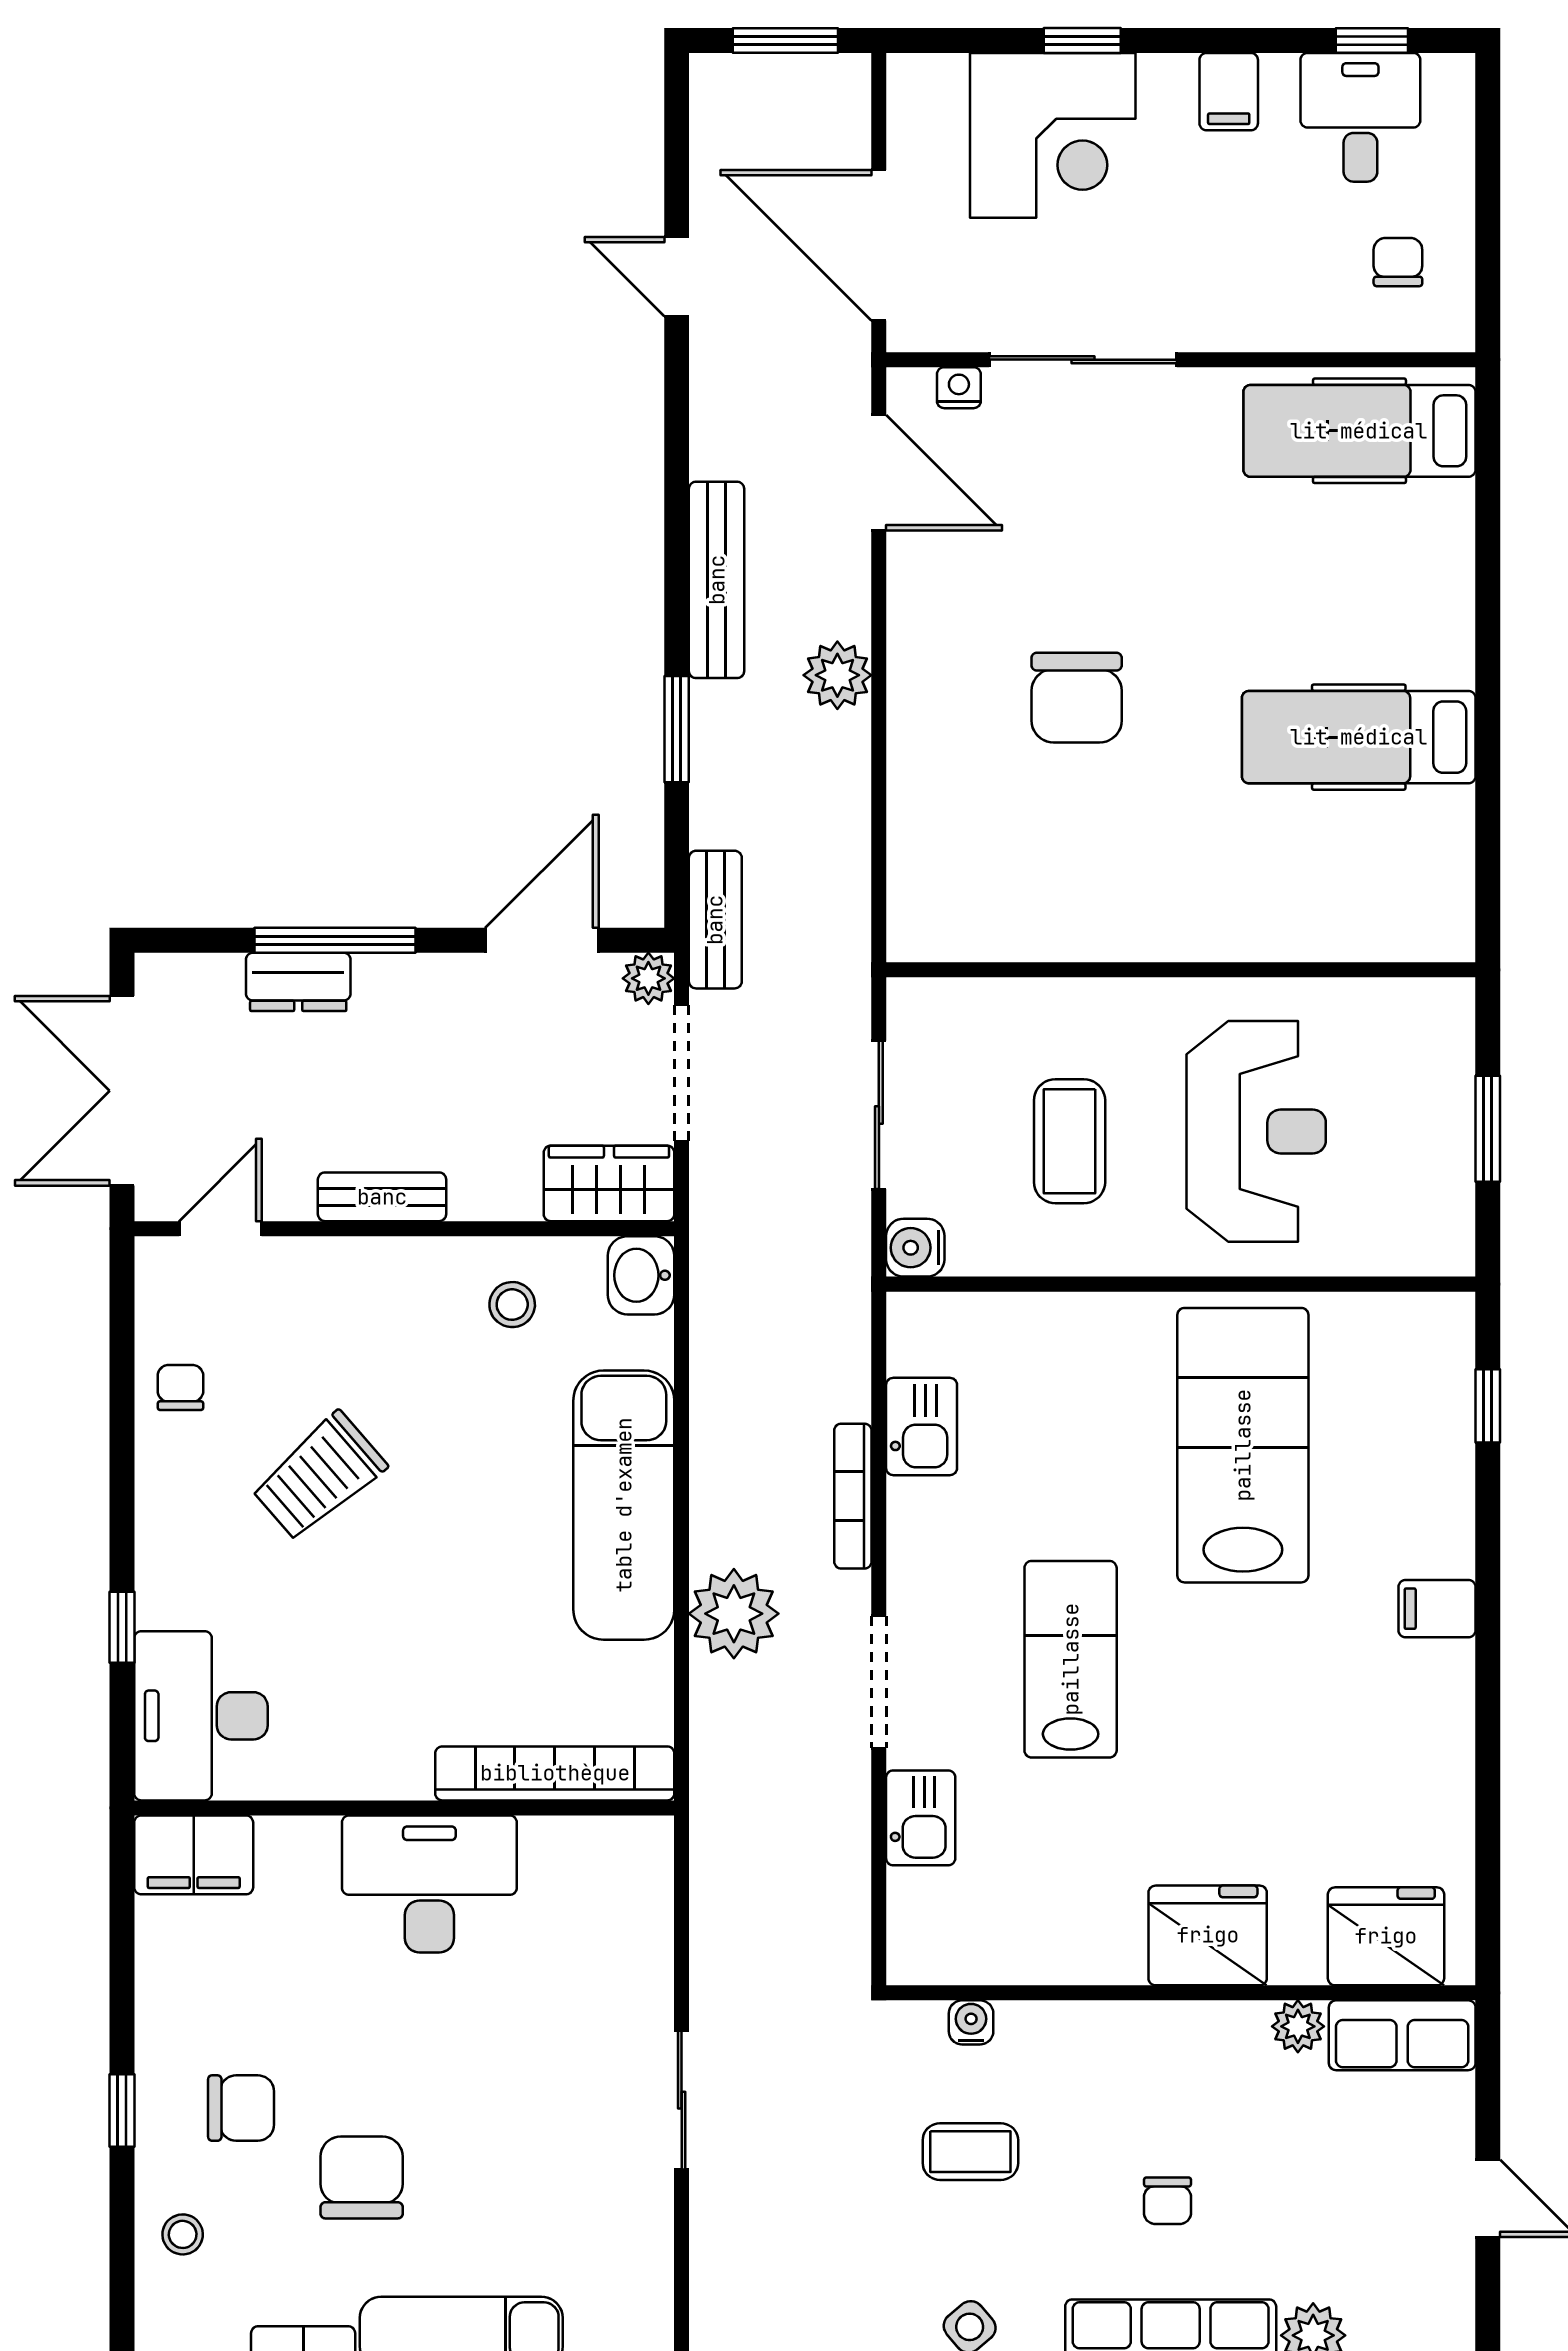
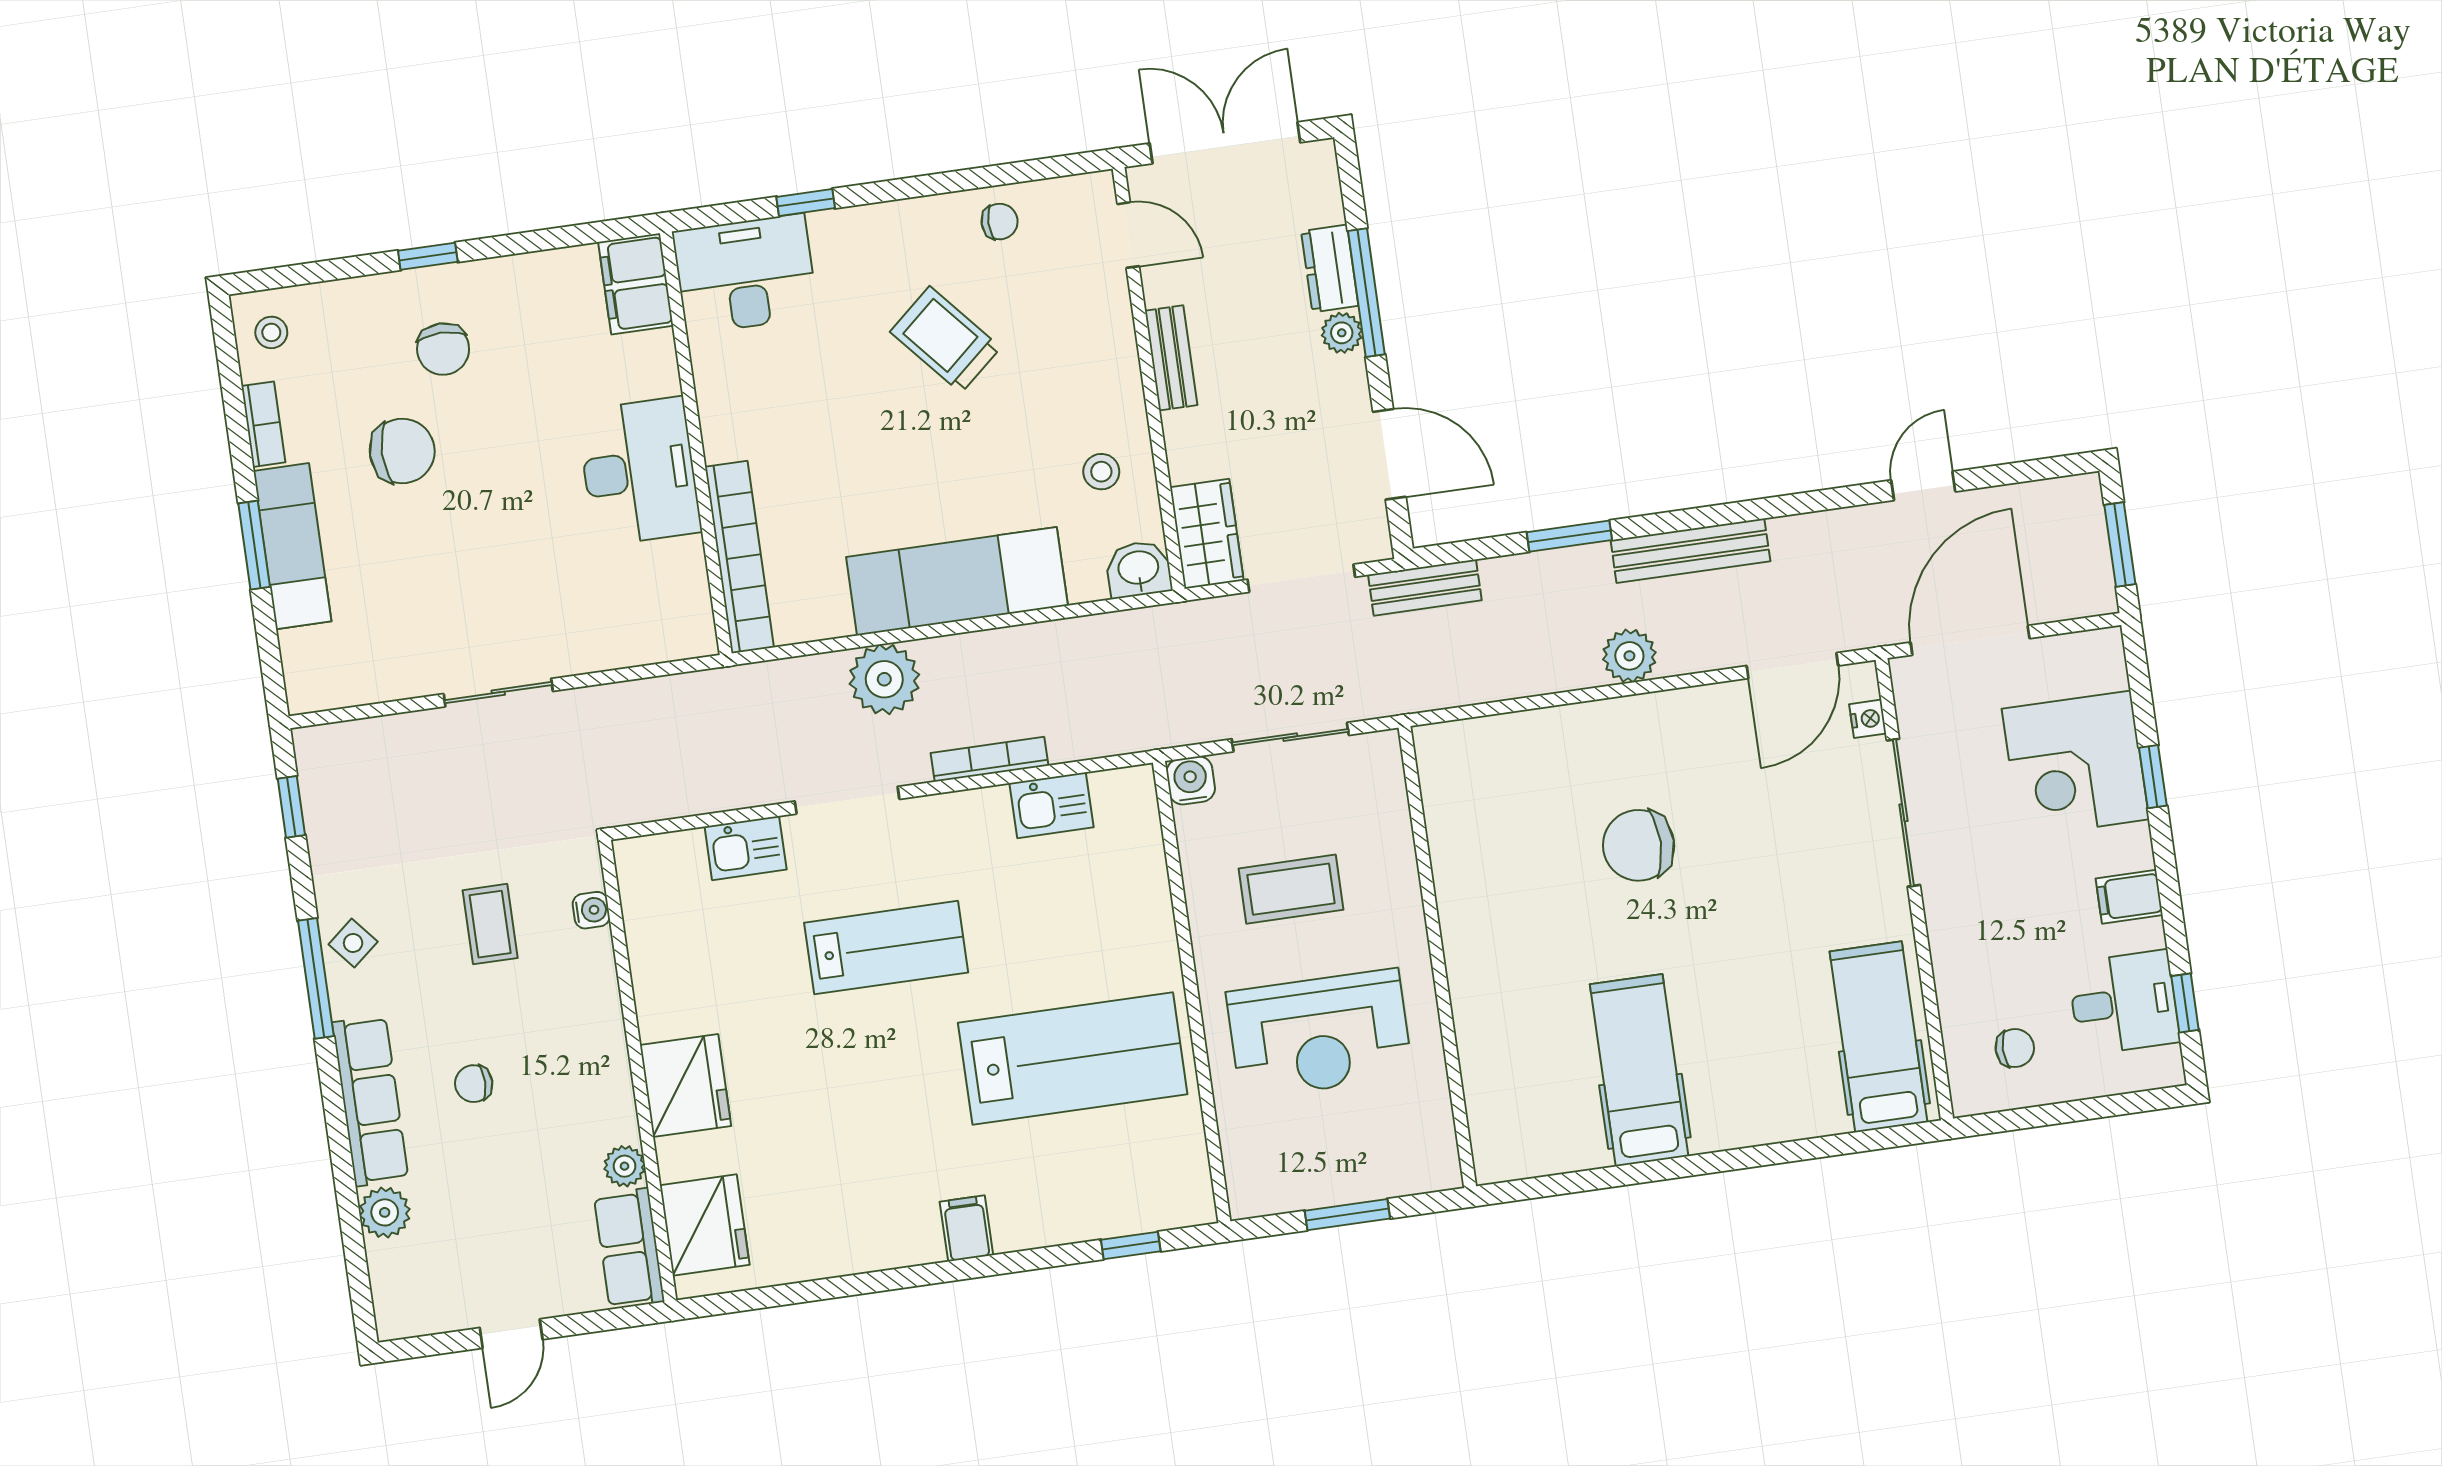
plant: (648, 978) -> (1342, 333), moved
stool: (183, 2234) -> (271, 332), moved

